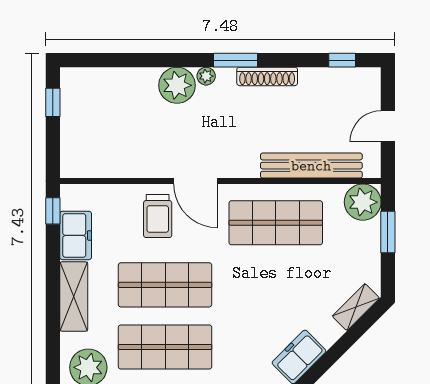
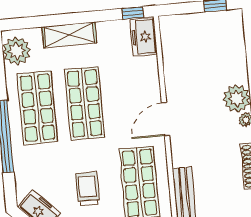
trolley: (158, 216) -> (88, 189), moved, turned 90
freezer: (76, 235) -> (144, 37), moved, turned 90

